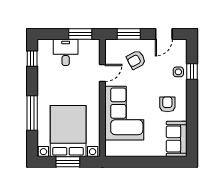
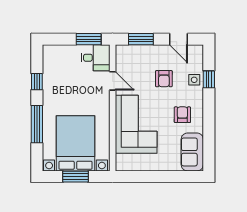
door: (164, 34) -> (179, 39), hinge flipped
desk: (66, 52) -> (96, 58), moved, turned 90
window: (32, 59) -> (37, 82), moved
armchair: (136, 60) -> (164, 79), moved, turned -62
door: (102, 73) -> (113, 81), hinge flipped

